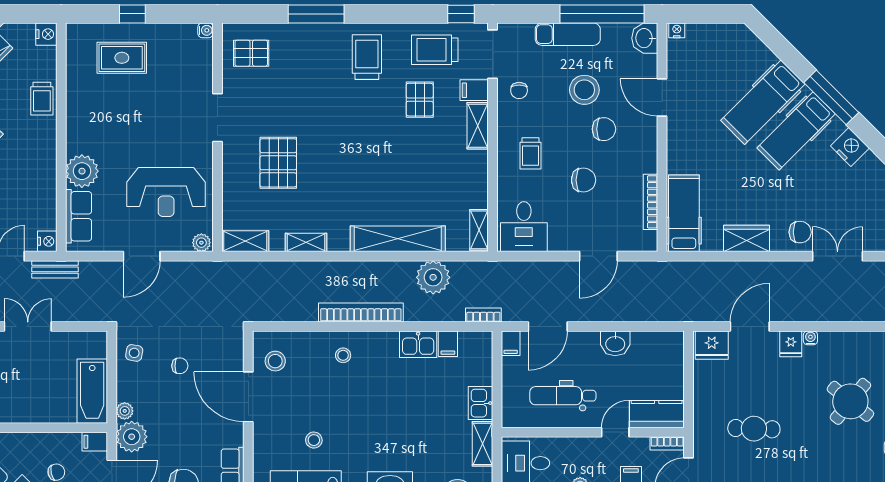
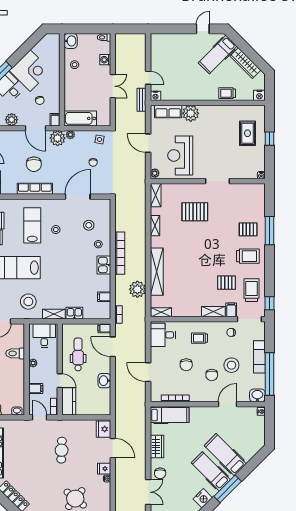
pallet: (251, 53) -> (248, 229), moved, turned 90
kitchen sink: (418, 344) -> (104, 265), moved
stool: (275, 361) -> (89, 225), moved

